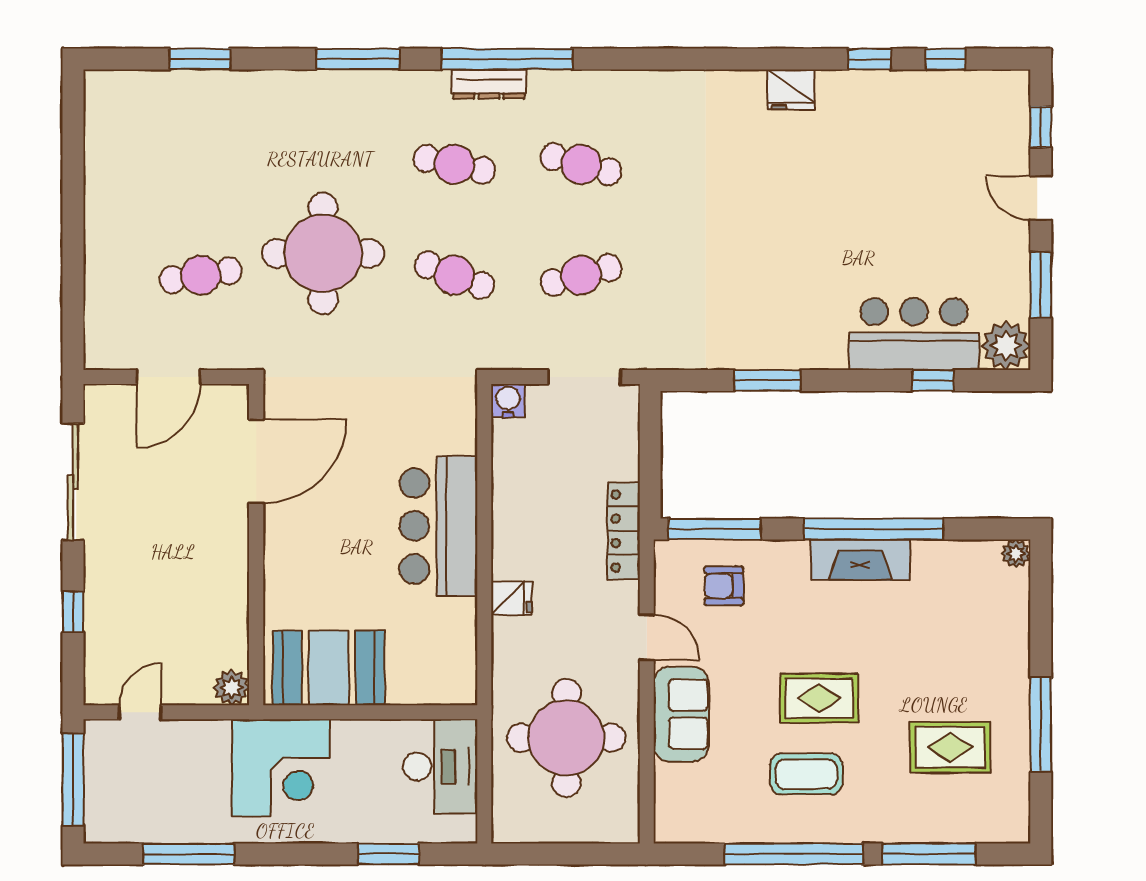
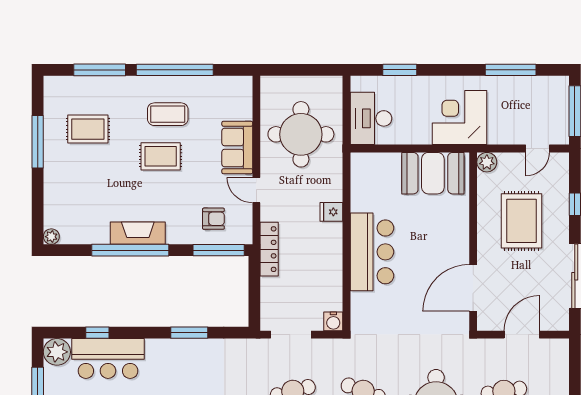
rug: (169, 582) -> (522, 221), added

